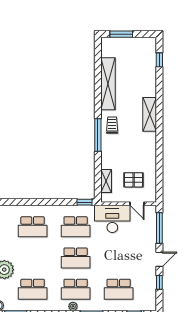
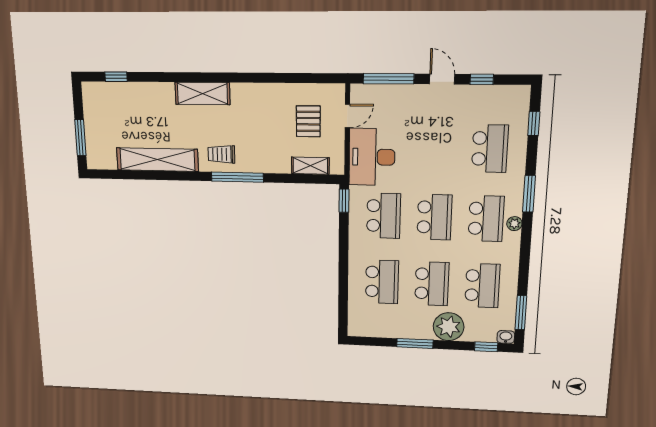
school desk: (33, 258) -> (432, 284), added

